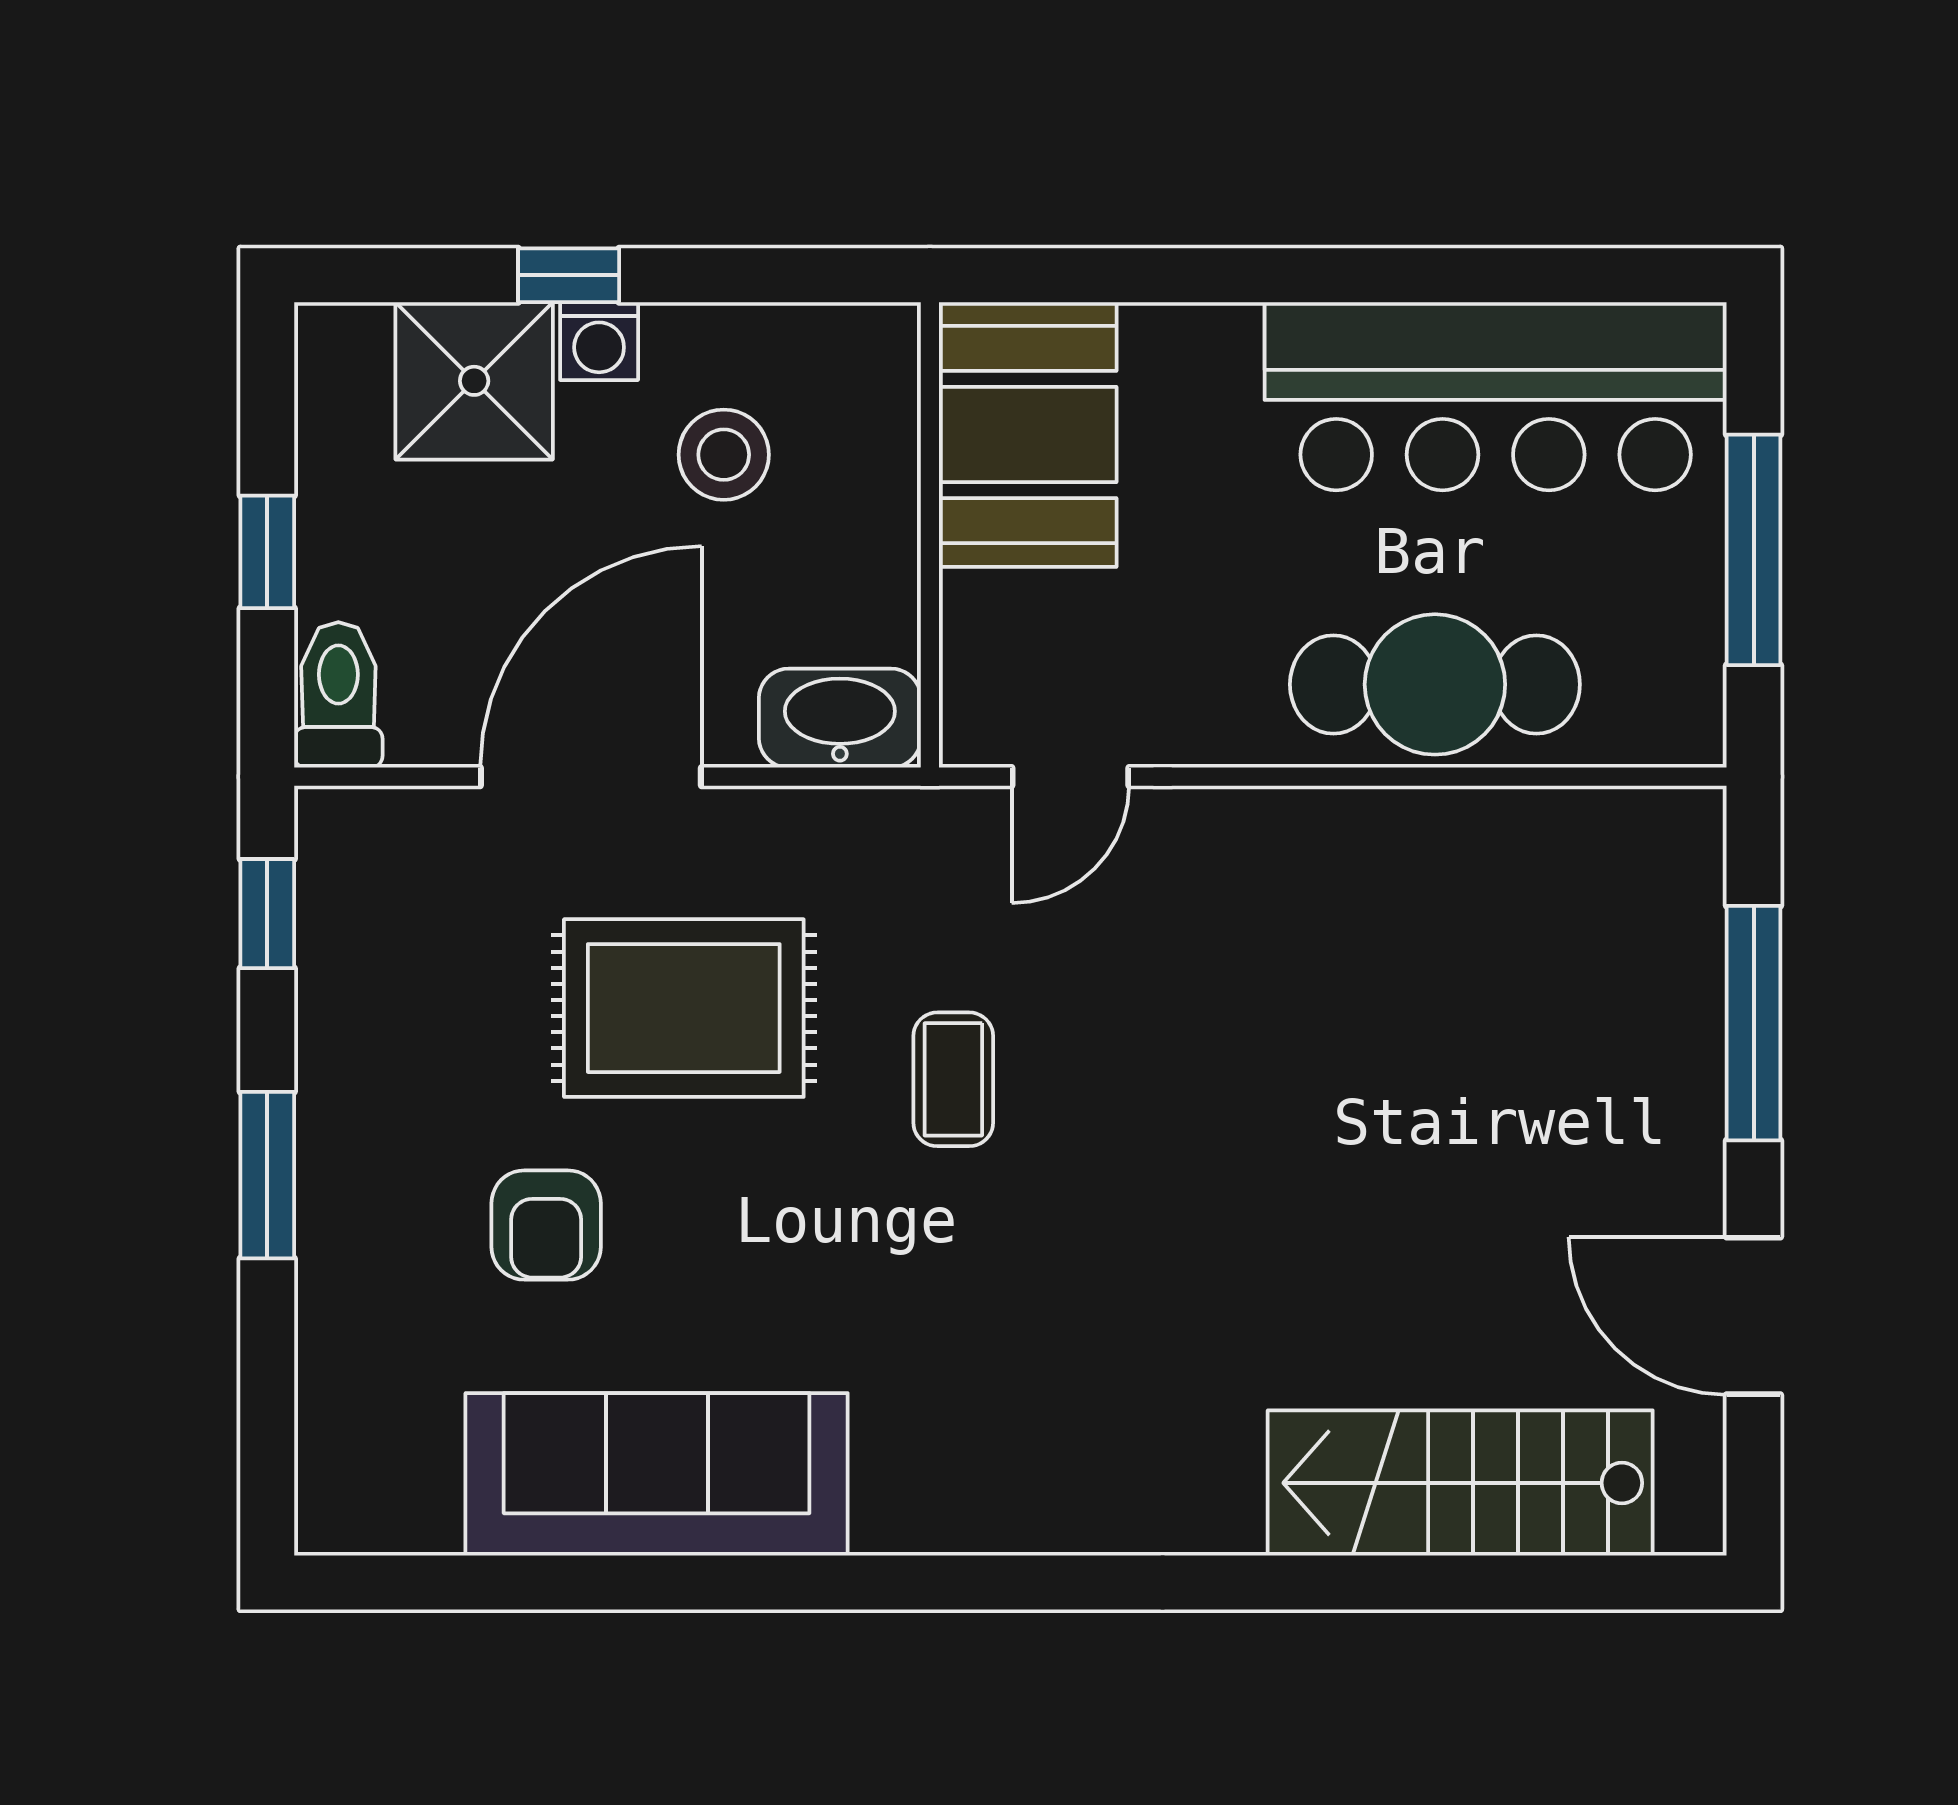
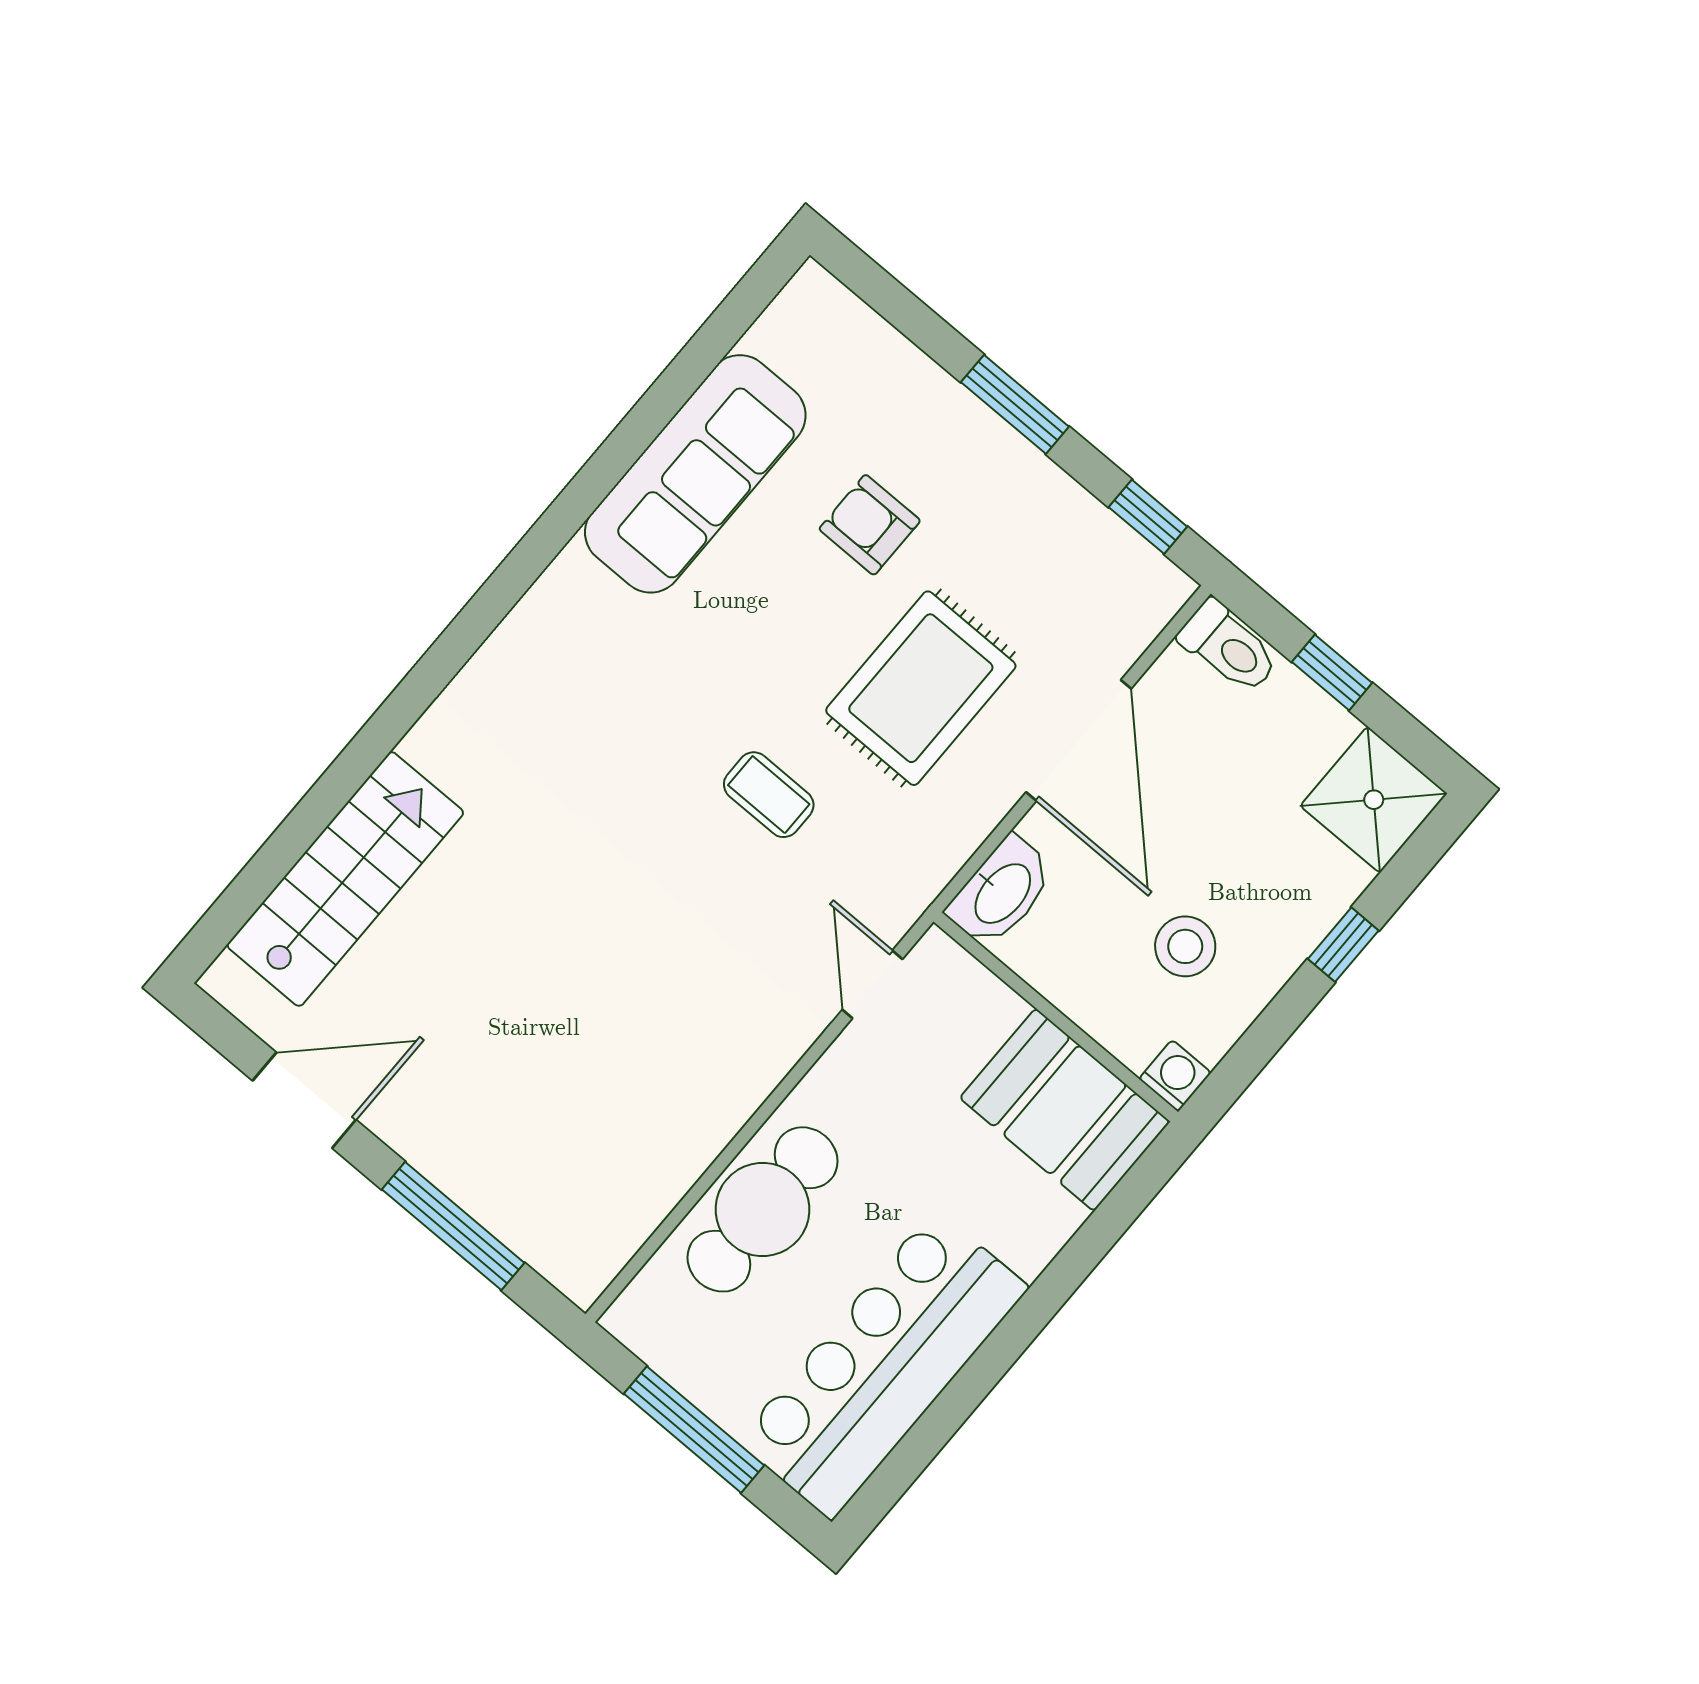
washing machine: (599, 341) -> (1175, 1076), moved, turned 90
shower: (474, 381) -> (1374, 800), moved

